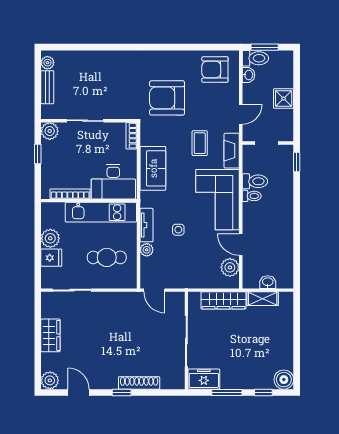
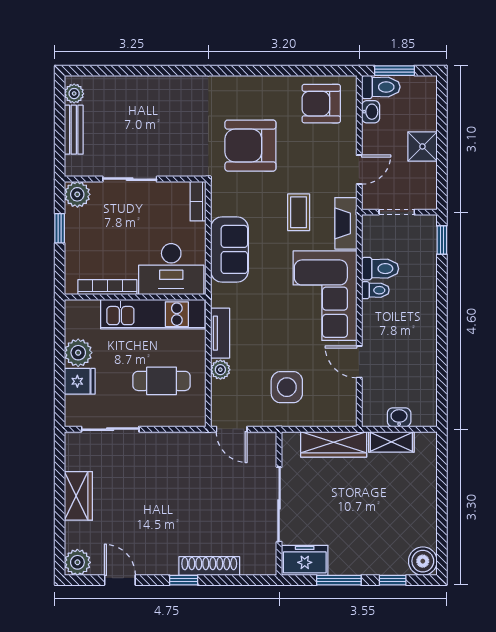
side table: (178, 230) -> (287, 387), moved, width x1.87, depth x1.87
plant: (230, 267) -> (343, 396), removed

